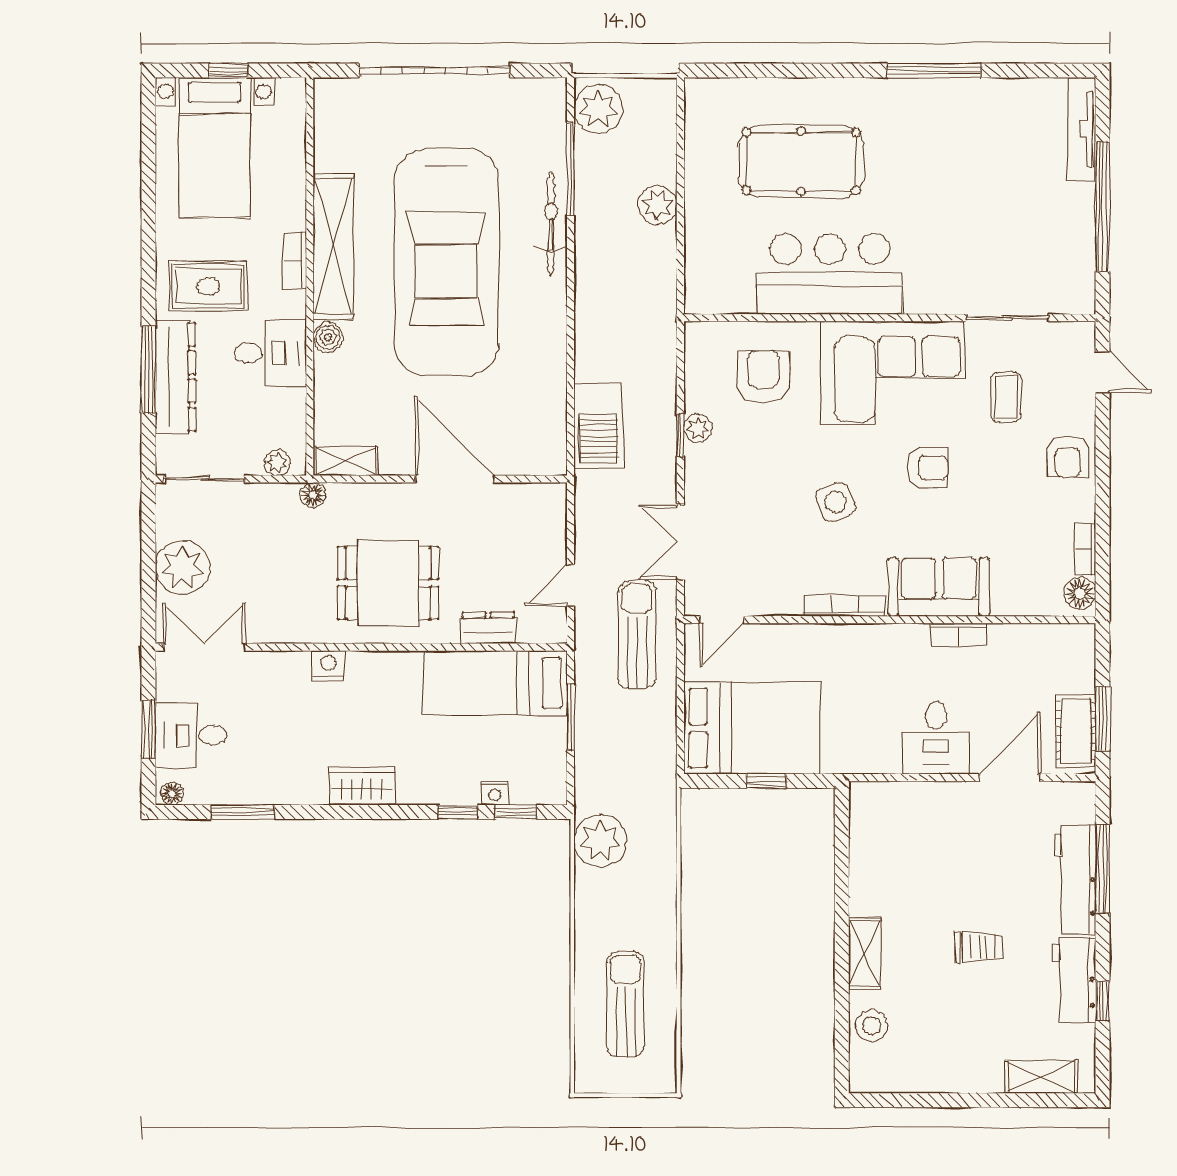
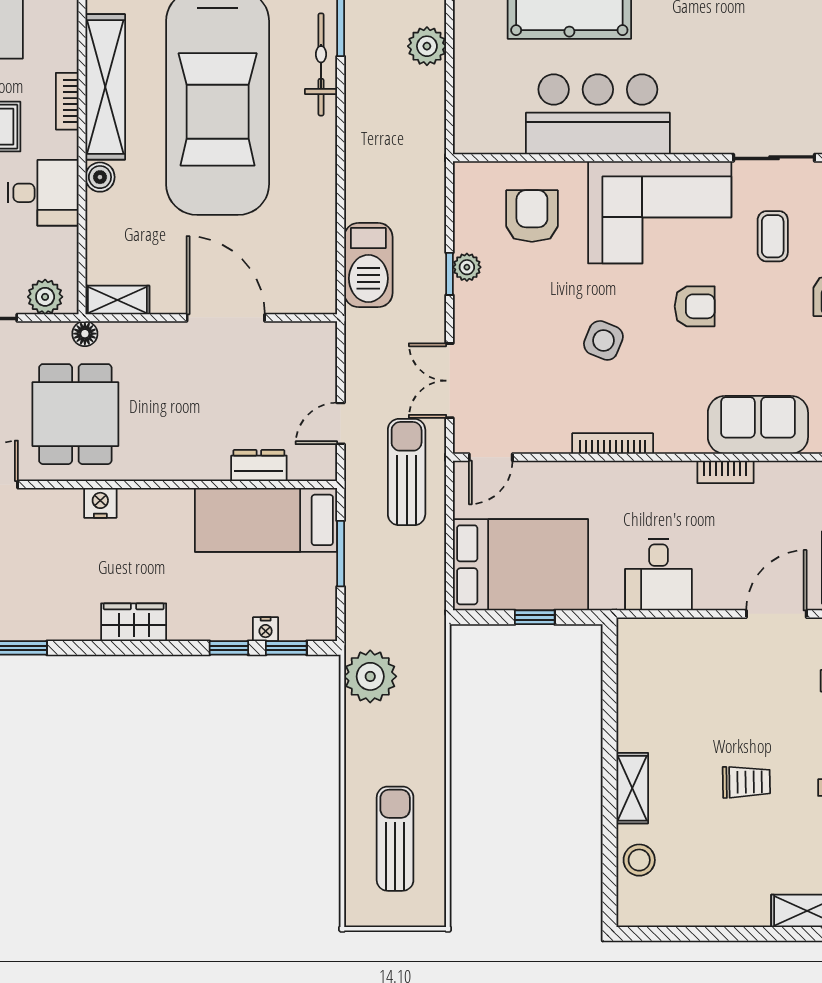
plant: (277, 463) -> (45, 297), width x1.38, depth x1.38
side table: (836, 502) -> (603, 340), turned 45
dining table: (388, 583) -> (75, 414), moved, turned 90
sofa: (939, 587) -> (758, 425), moved
desk: (936, 738) -> (658, 575), moved

